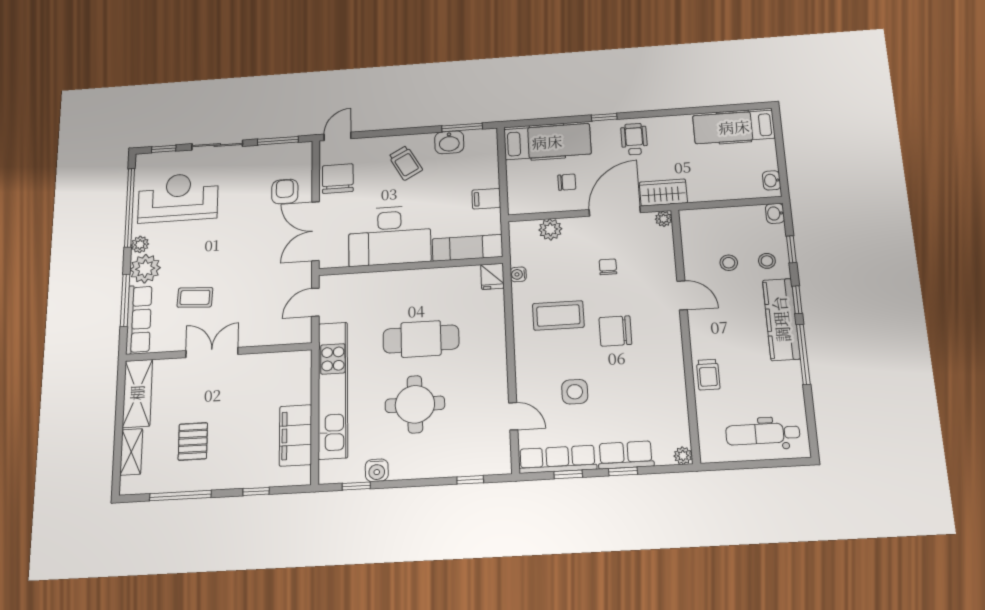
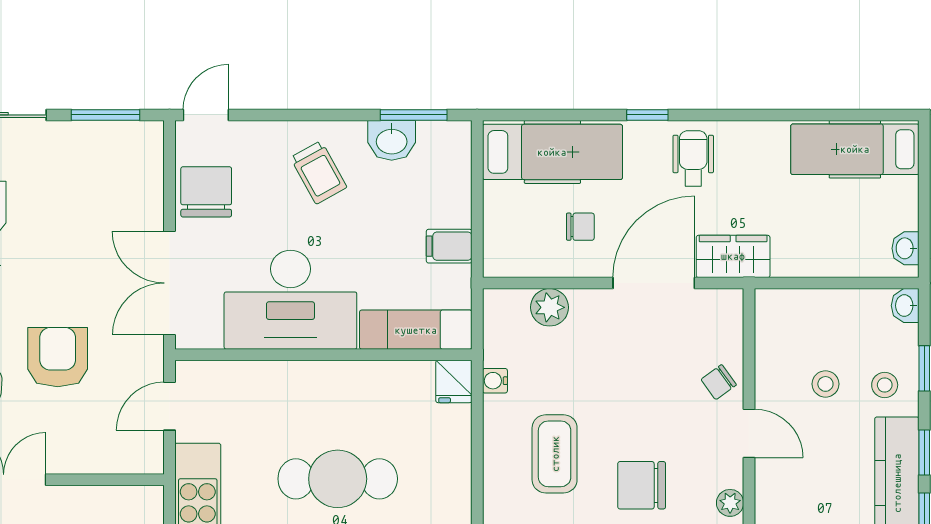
armchair: (285, 192) -> (58, 357), moved, width x1.38, depth x1.38
plant: (664, 219) -> (730, 503), moved
chair: (608, 267) -> (719, 382), moved, turned -126
coffee table: (558, 315) -> (555, 454), turned 90

